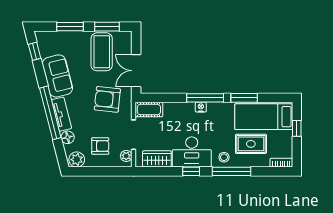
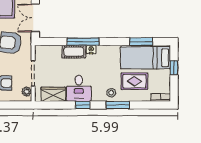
window: (205, 98) -> (83, 42), moved
window: (244, 98) -> (141, 42), moved
cot: (149, 110) -> (74, 52), moved
desk: (192, 152) -> (79, 88), width x0.73
window: (232, 171) -> (118, 105), width x0.69

